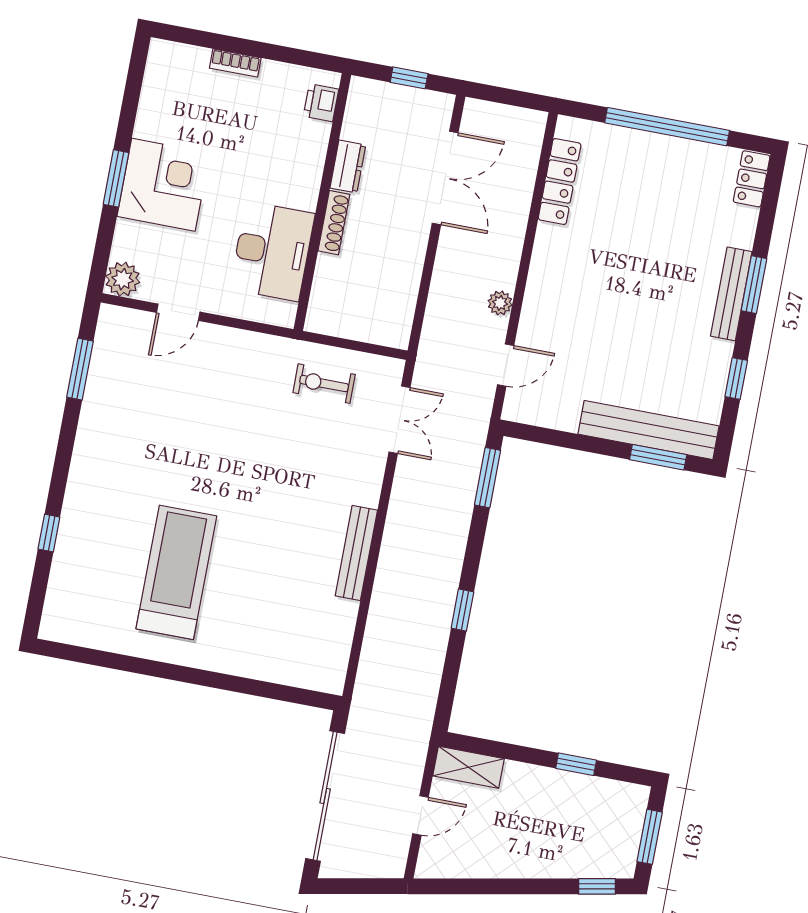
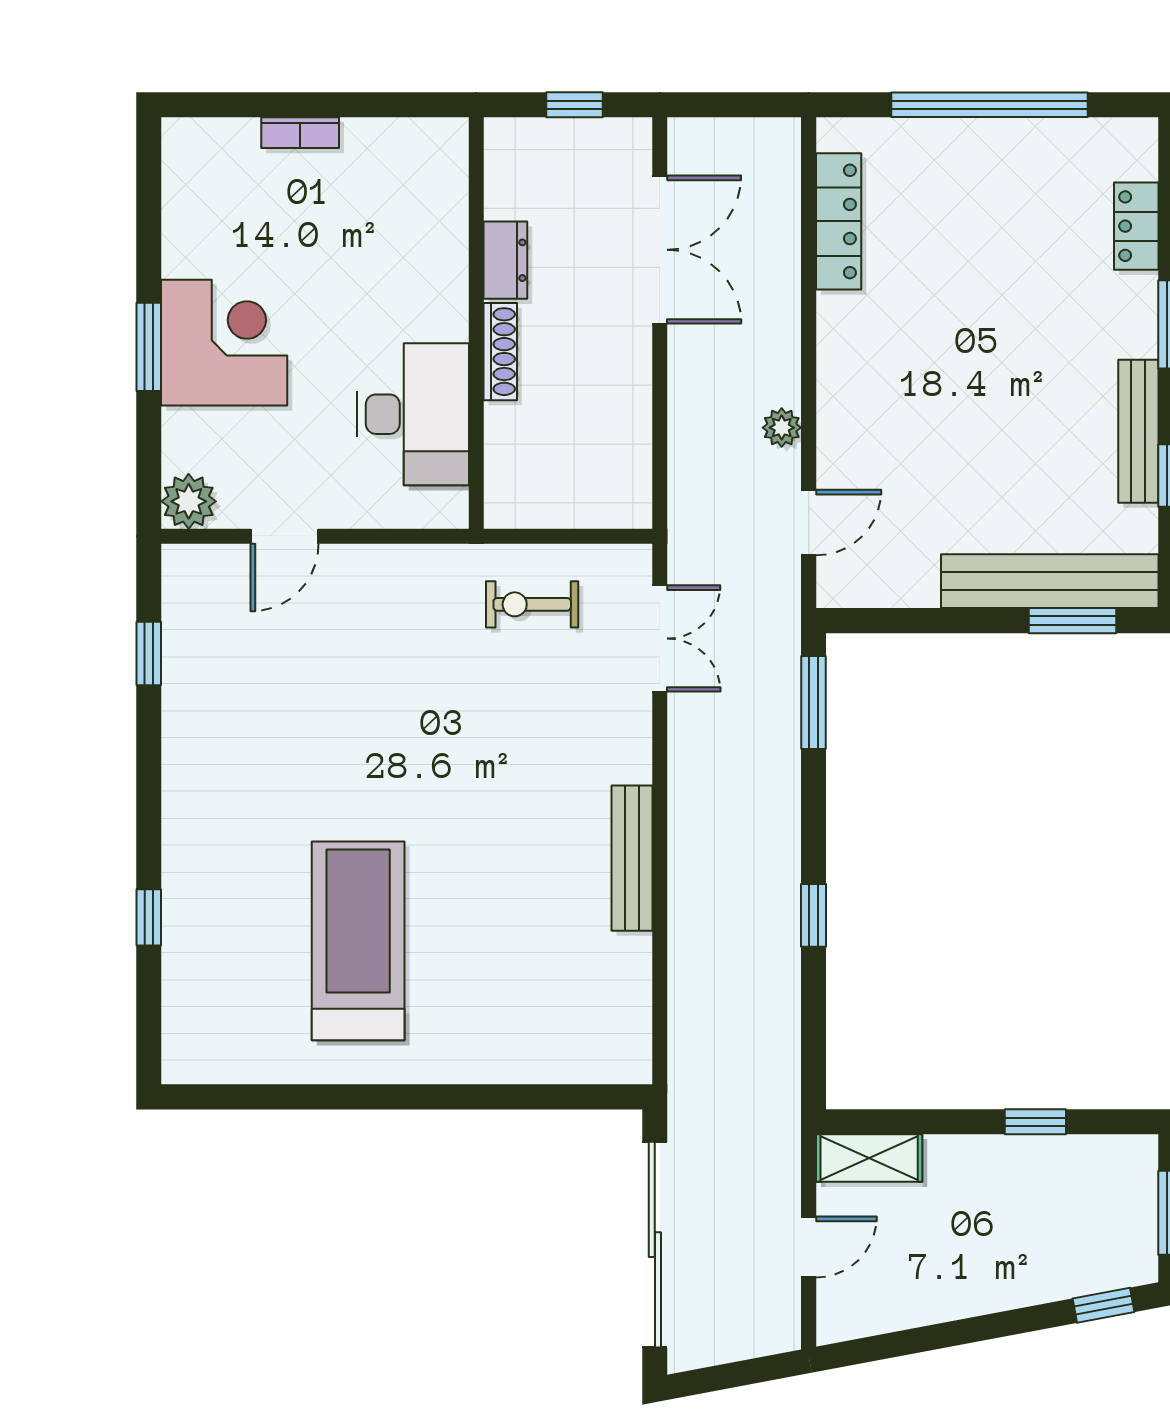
printer: (321, 103) -> (445, 169), removed
locker: (752, 179) -> (1136, 226), moved
bench: (731, 294) -> (1138, 431), moved
window: (80, 369) -> (149, 654), width x0.67

